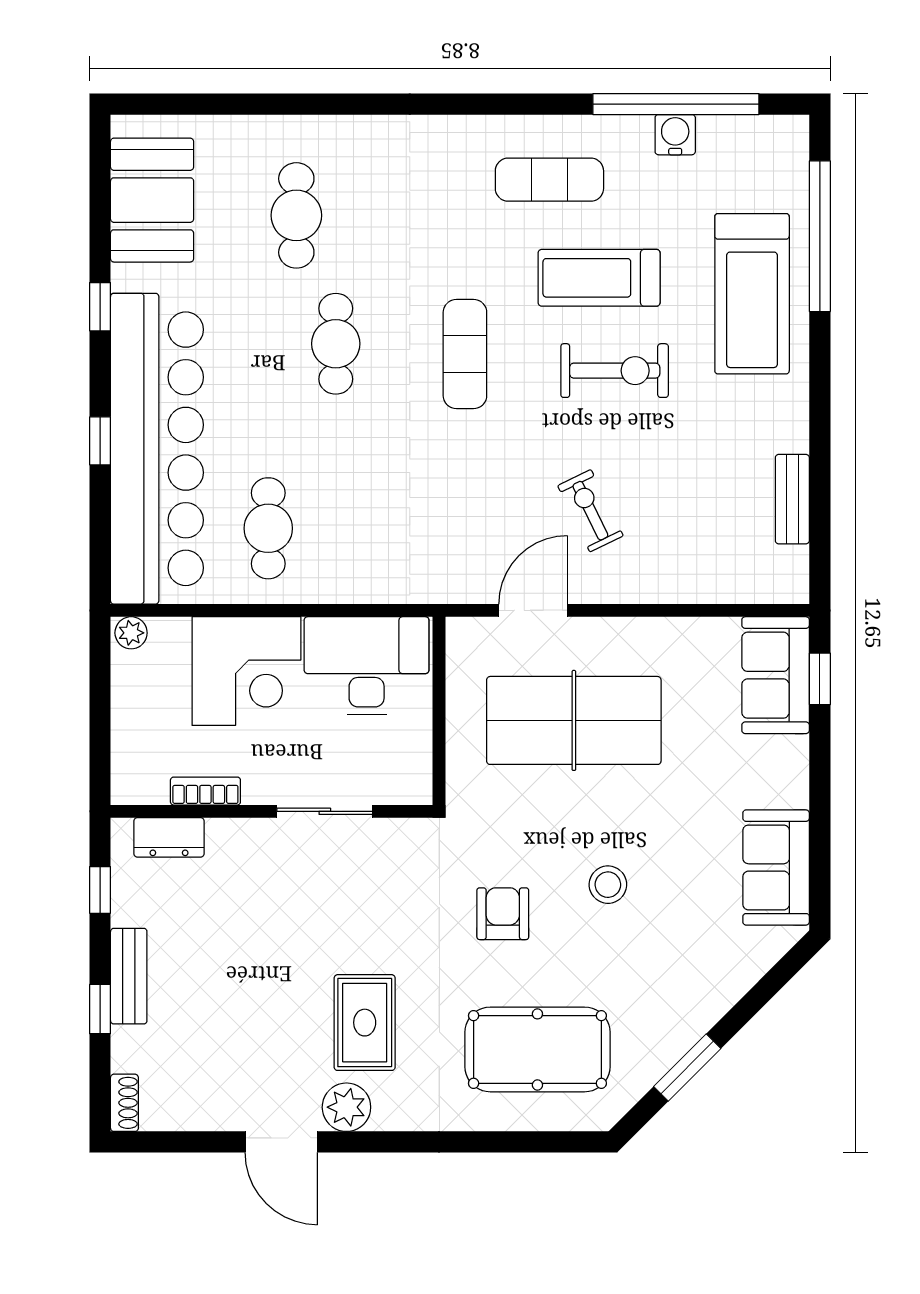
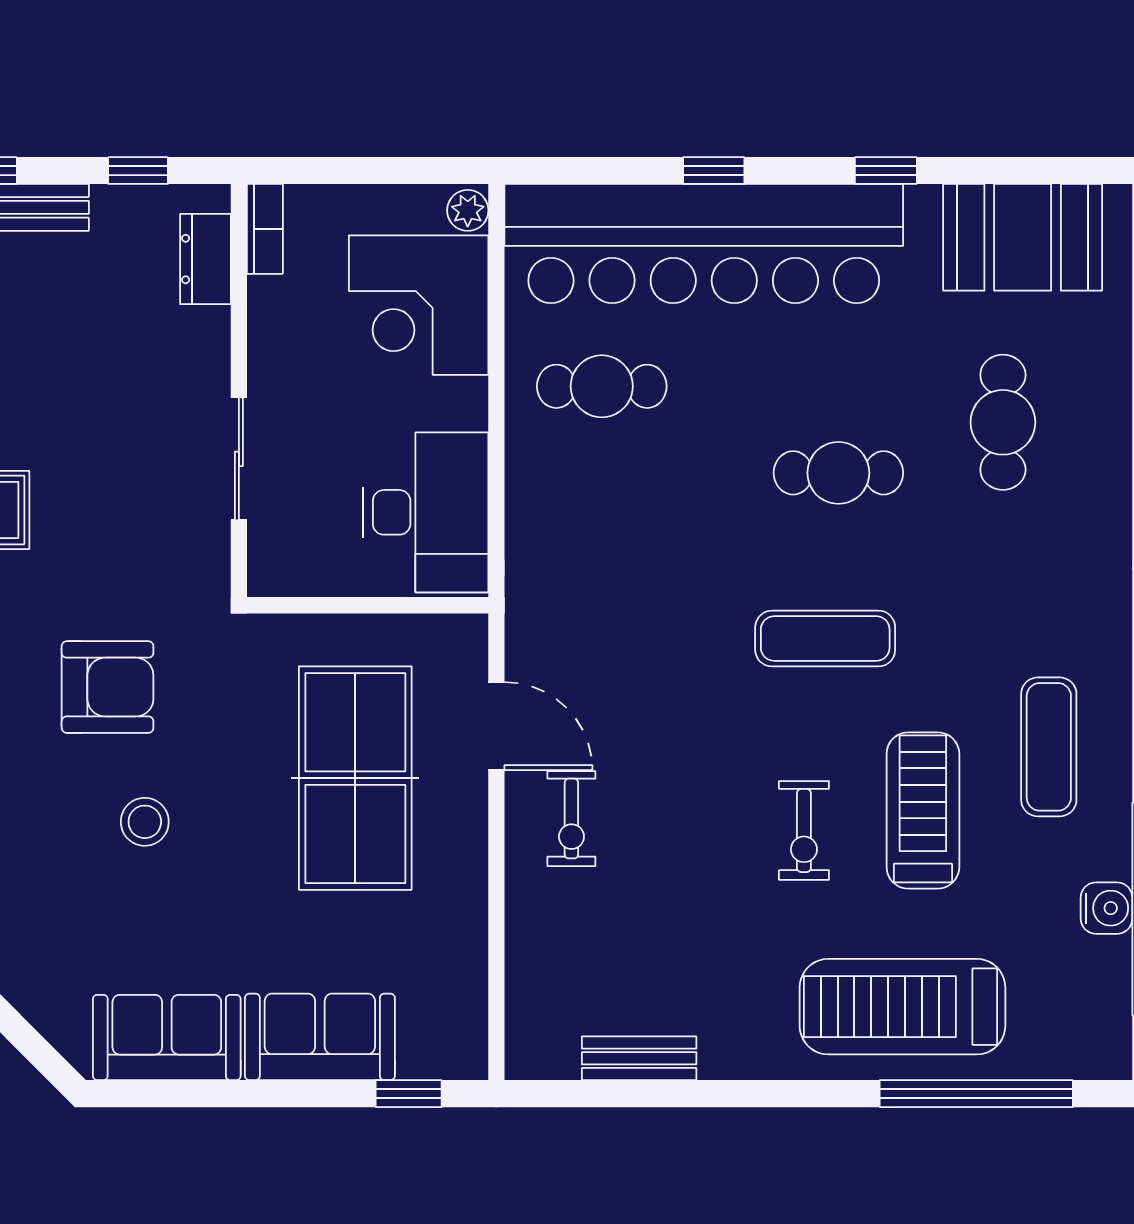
cafe table: (296, 215) -> (1003, 422), turned 90
exercise bike: (615, 371) -> (804, 831), width x0.73, depth x0.72
exercise bike: (590, 511) -> (571, 819), moved, turned 116
corner desk: (246, 671) -> (419, 305), moved
sofa: (776, 675) -> (320, 1037), moved
bookcase: (205, 791) -> (265, 229), moved
armchair: (503, 914) -> (108, 687), width x1.38, depth x1.38

